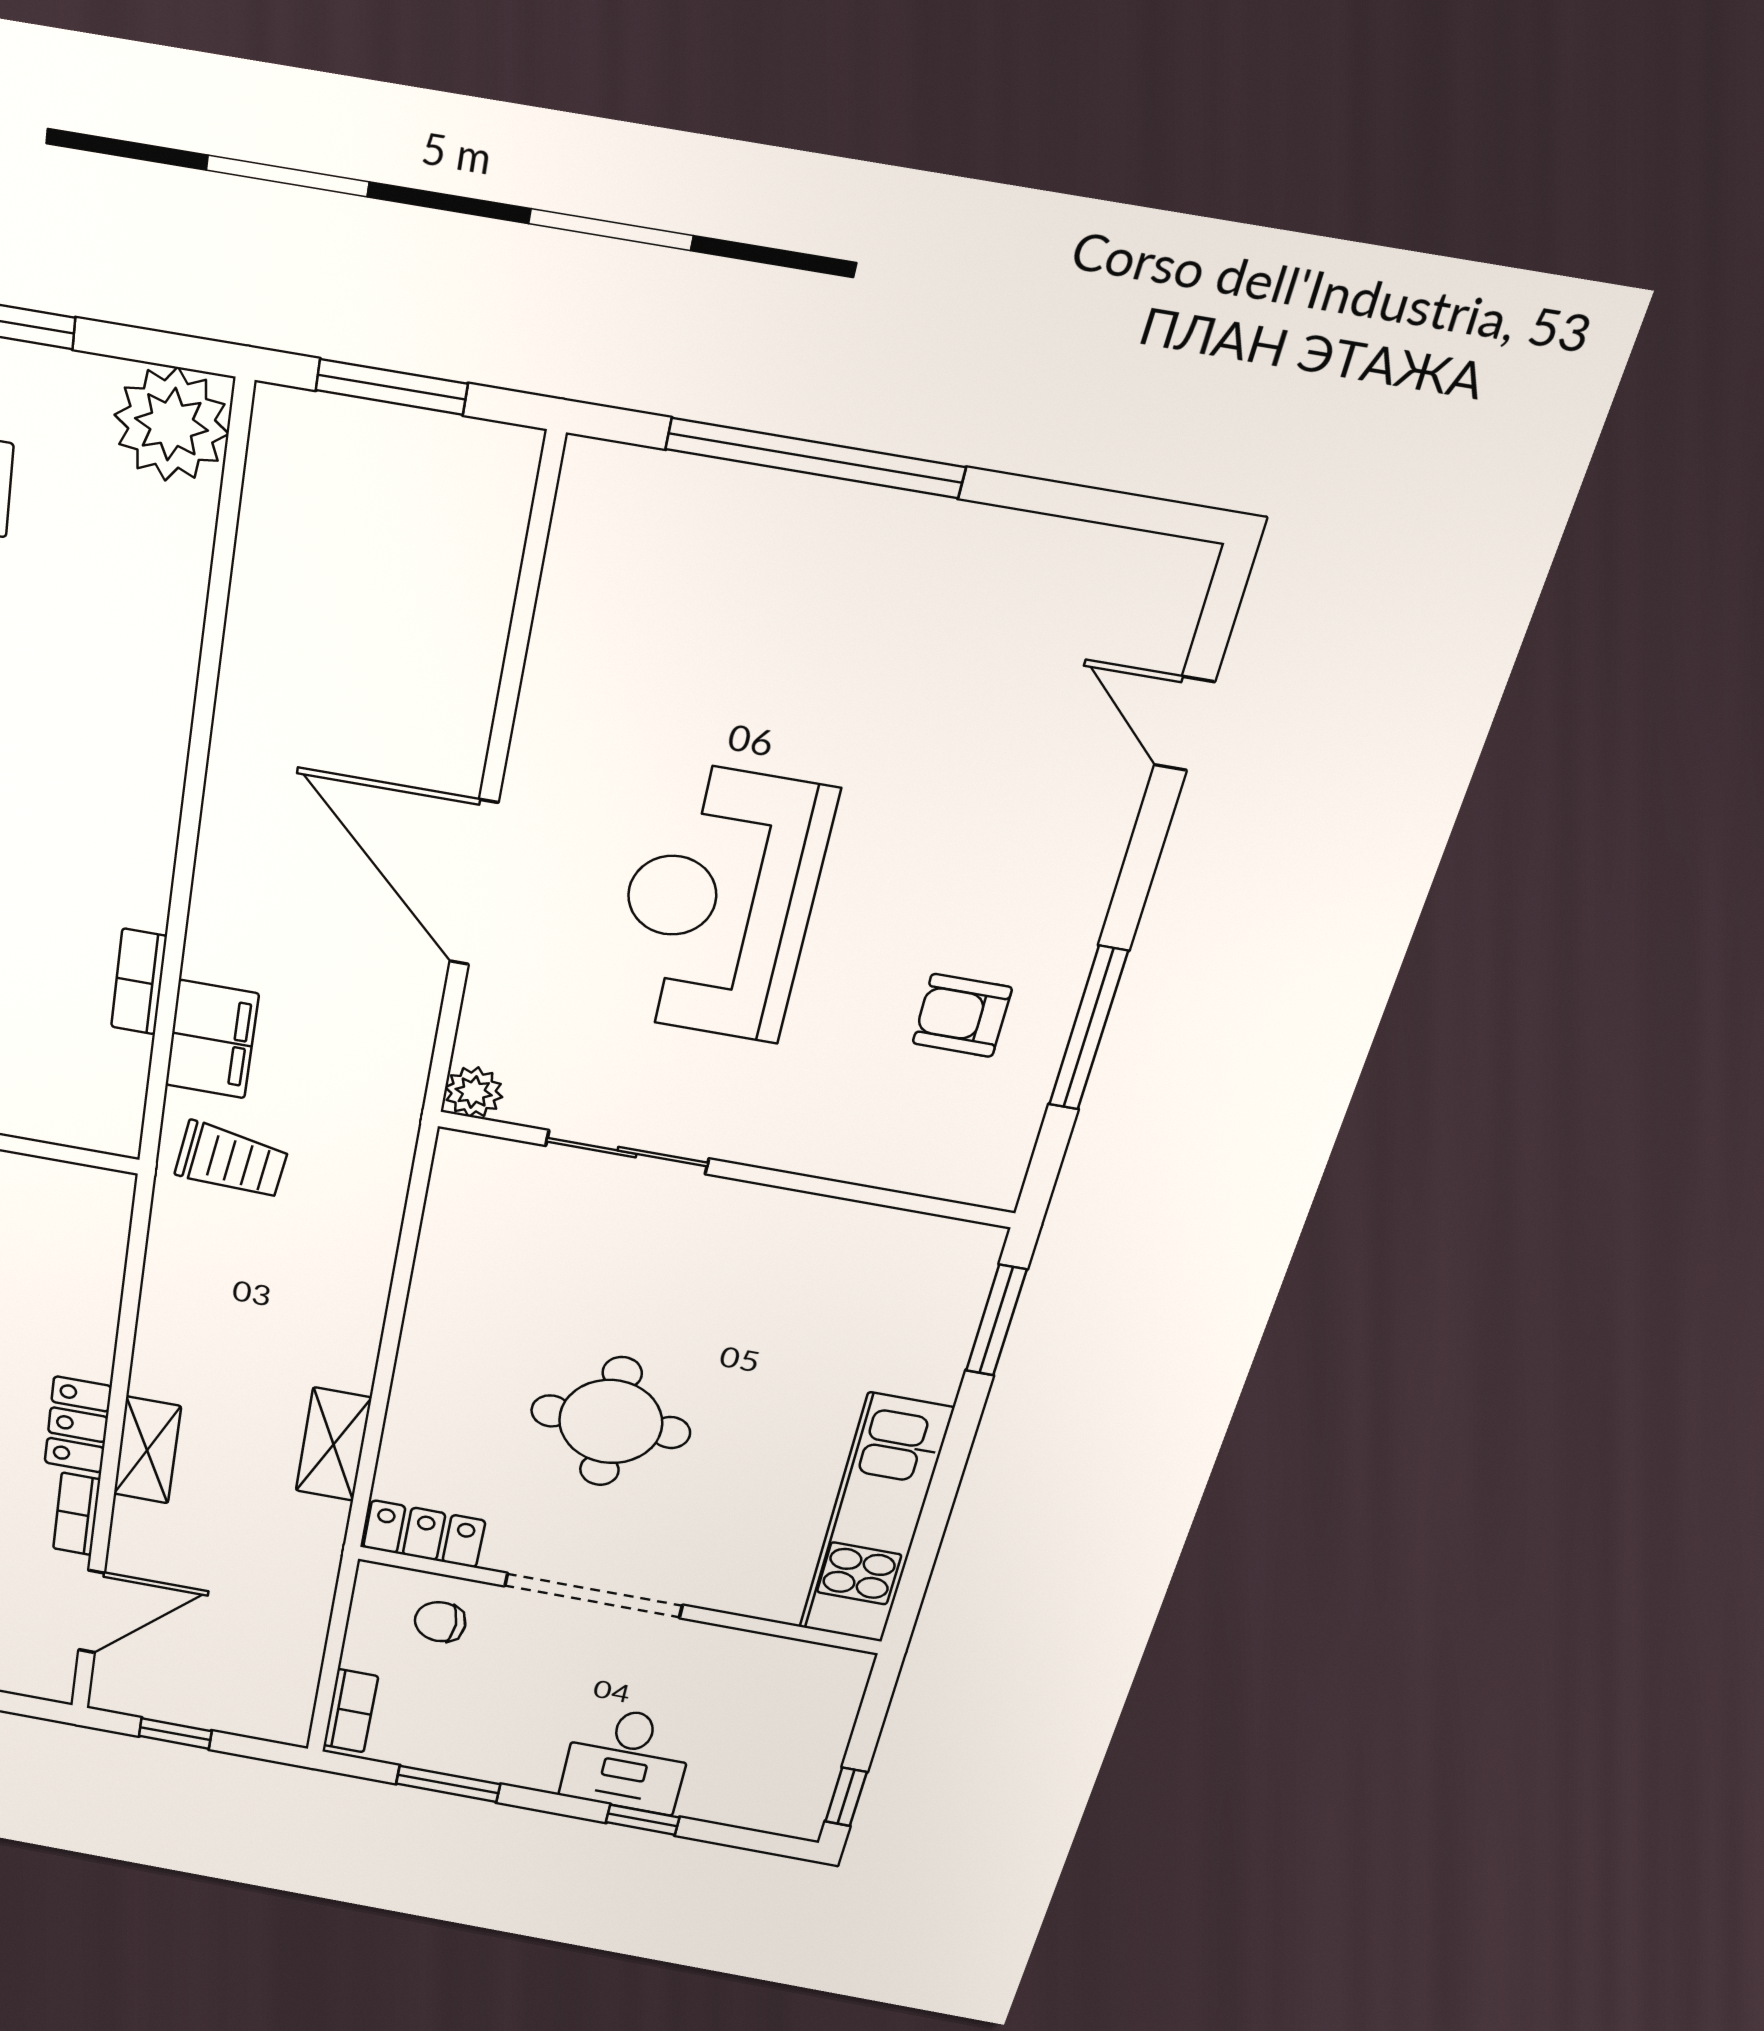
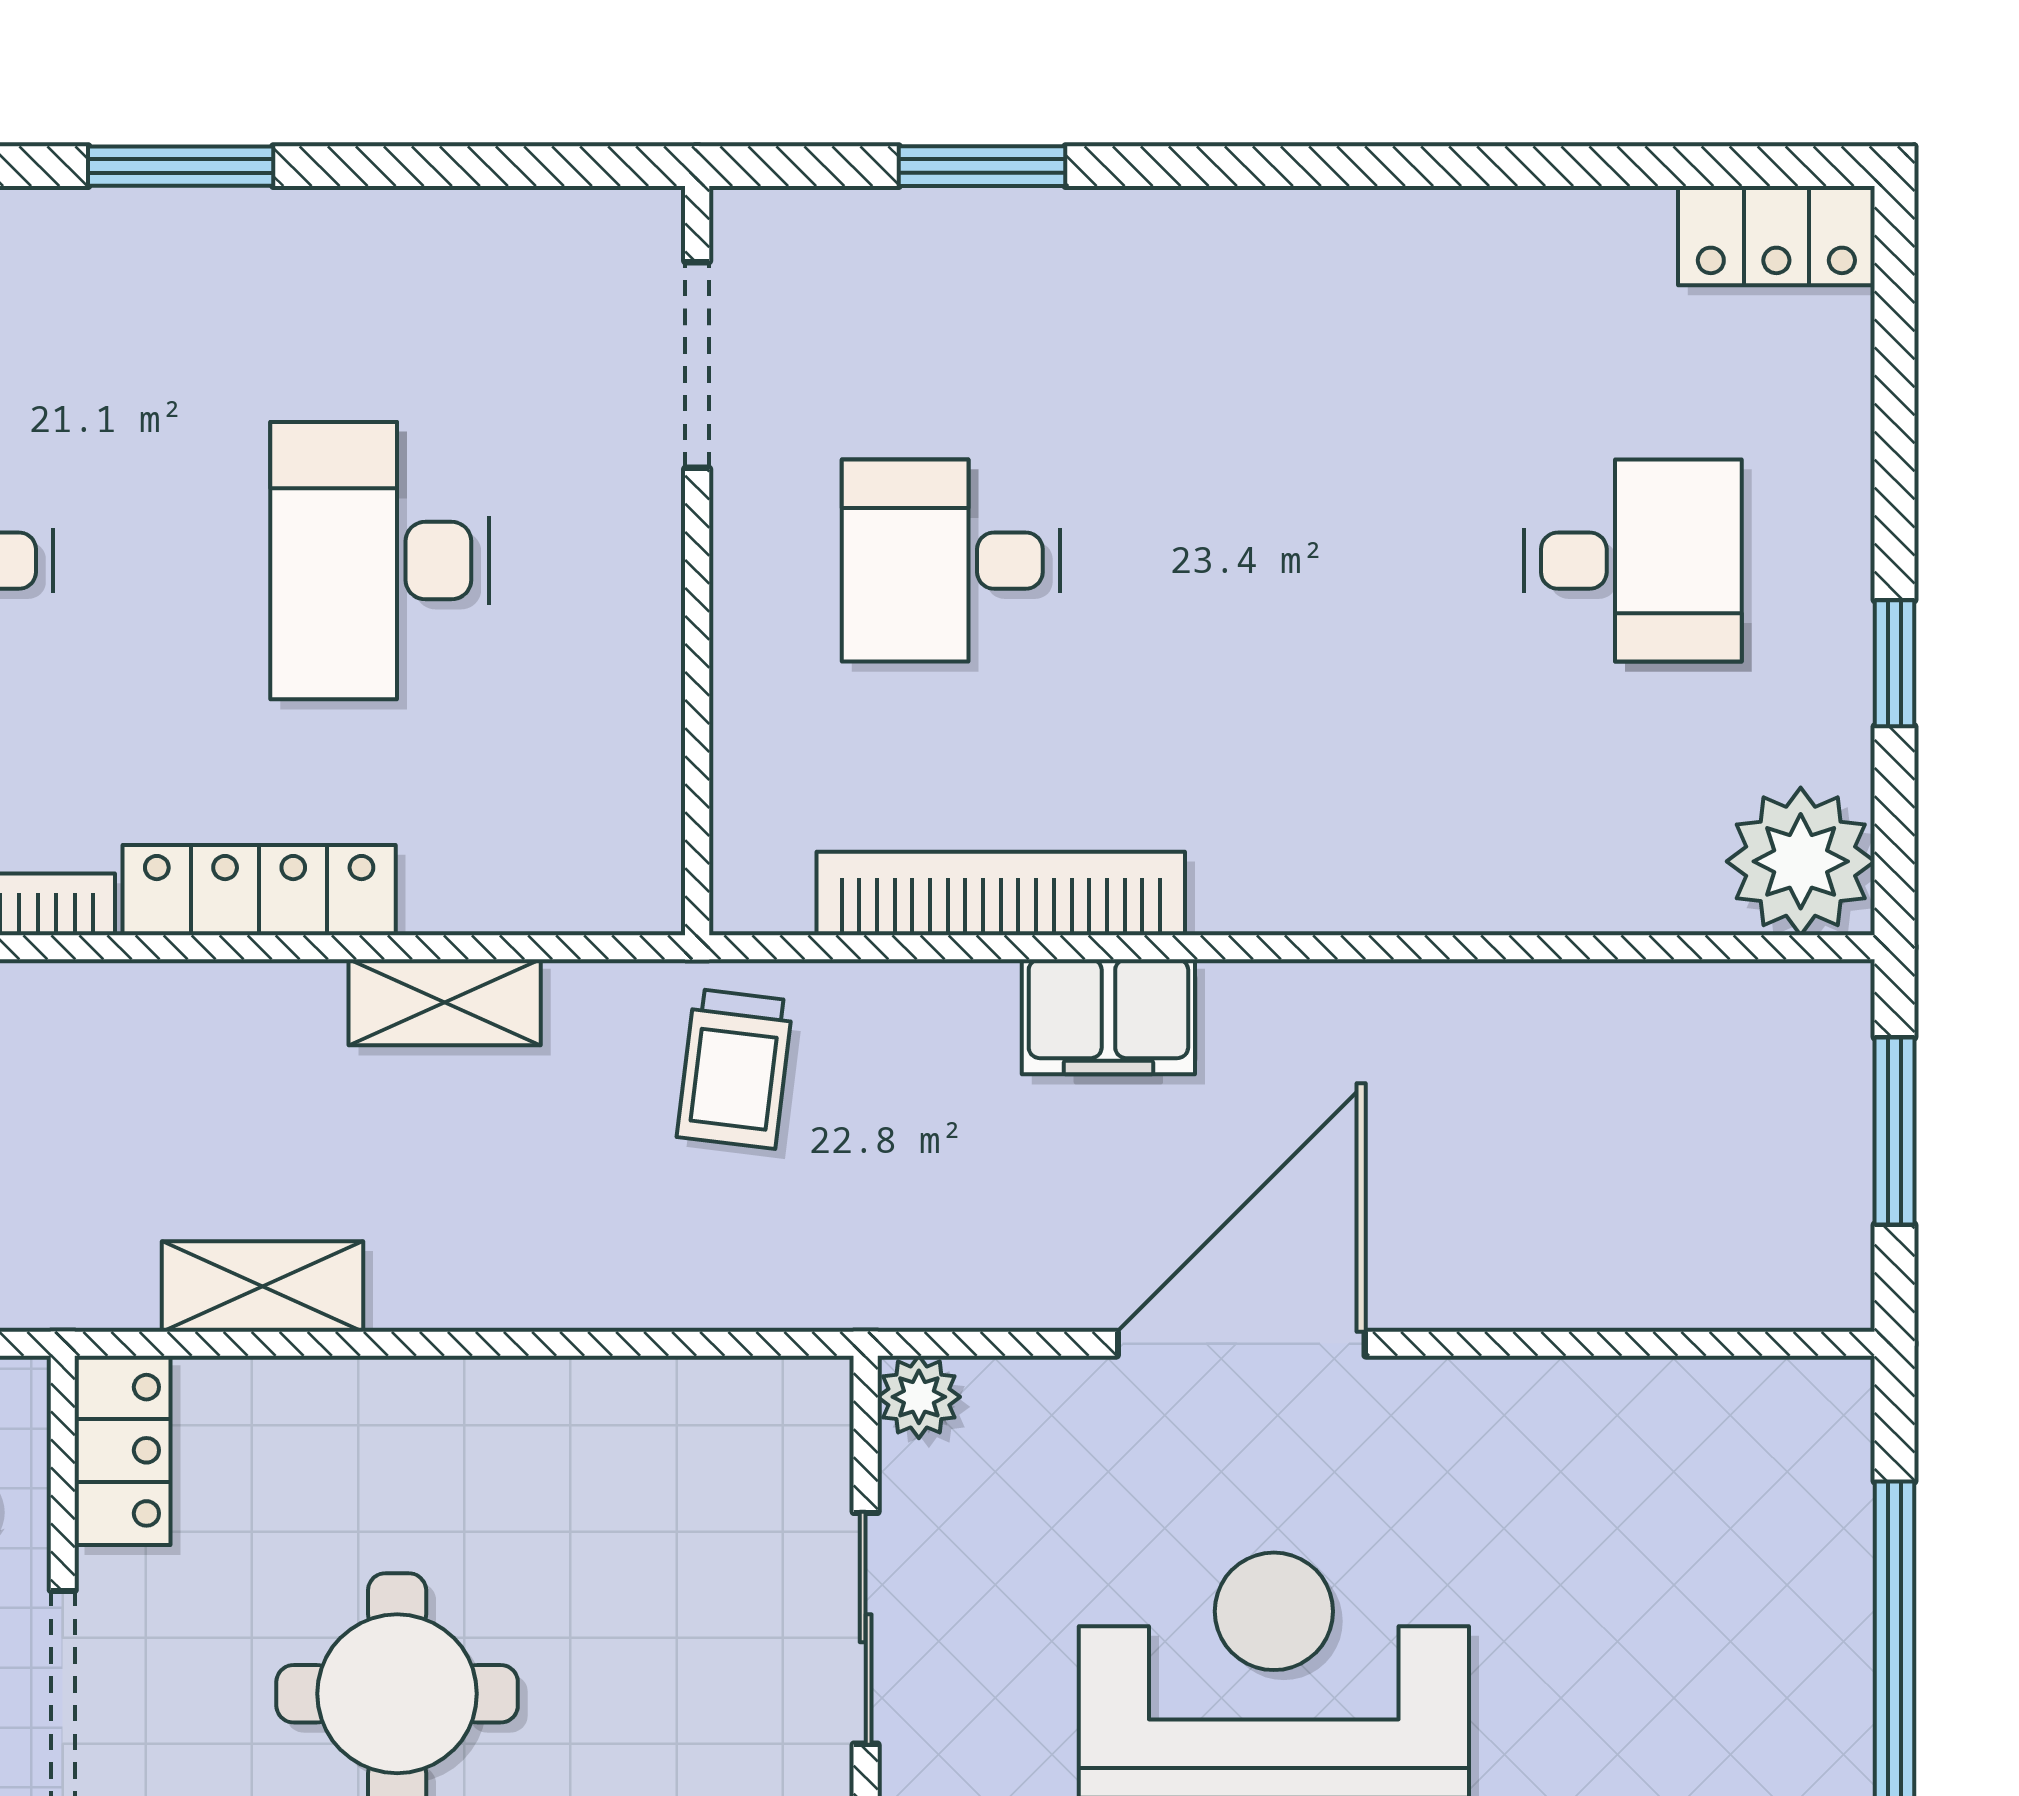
bookcase: (139, 982) -> (1001, 893), width x2.31, depth x1.31
filing cabinet: (212, 1039) -> (1108, 1017), moved
locker: (78, 1425) -> (259, 890), width x1.53
shelving: (147, 1450) -> (445, 1002), moved

